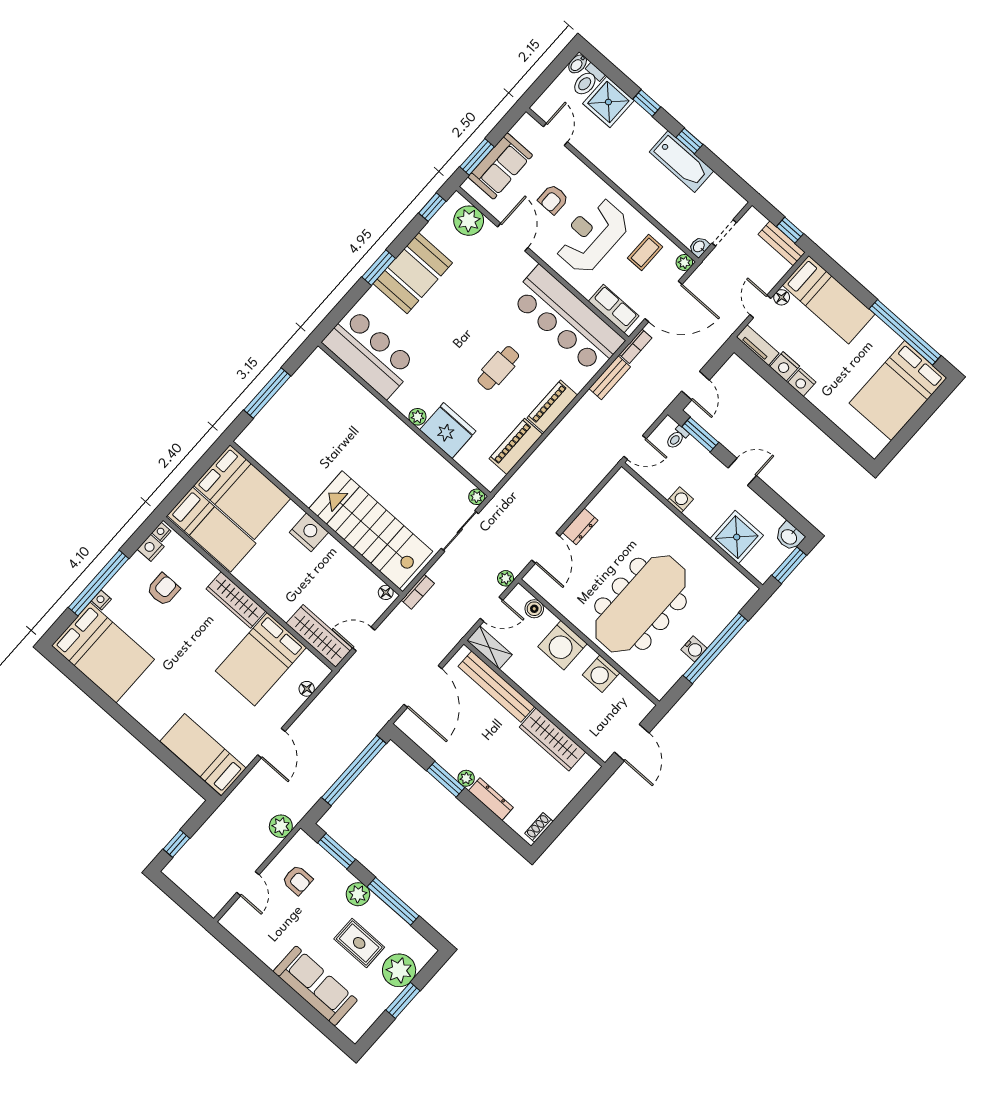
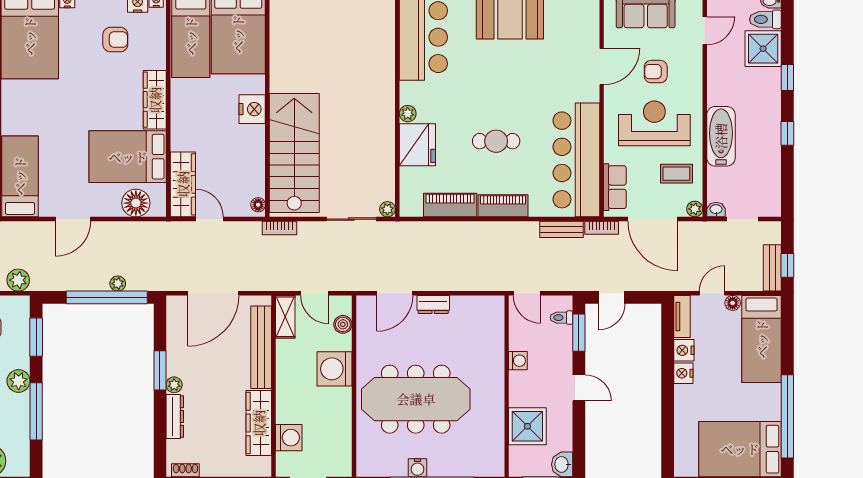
bathtub: (681, 161) -> (721, 136), moved, turned 180
plant: (469, 221) -> (585, 23), removed
plant: (506, 578) -> (118, 284), moved
washing machine: (601, 674) -> (289, 438), moved, turned 180
floor lamp: (307, 689) -> (136, 203), width x1.89, depth x1.89

